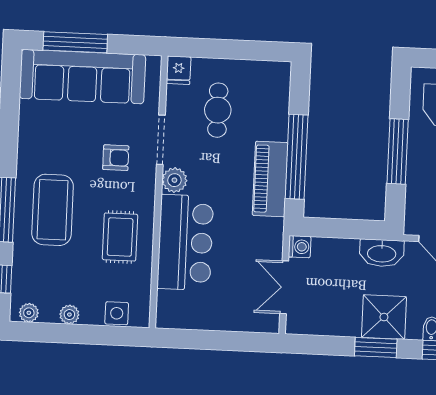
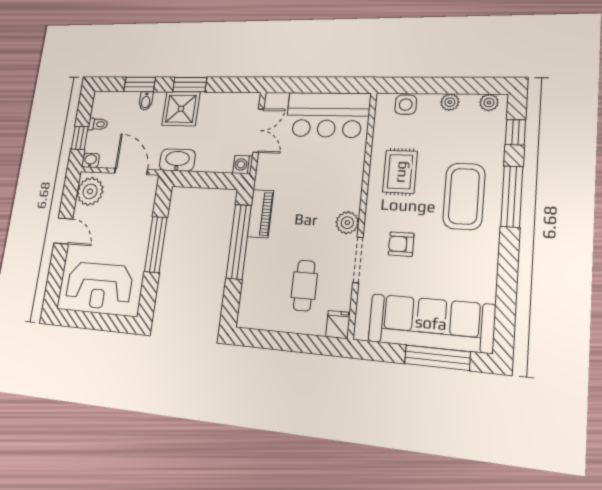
piano: (270, 179) -> (260, 214), width x0.73, depth x0.75
bar counter: (185, 242) -> (328, 115), moved, turned -90

